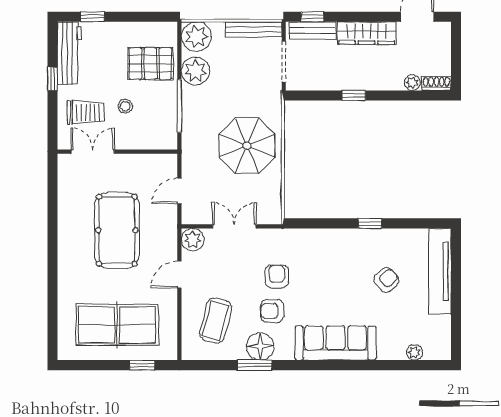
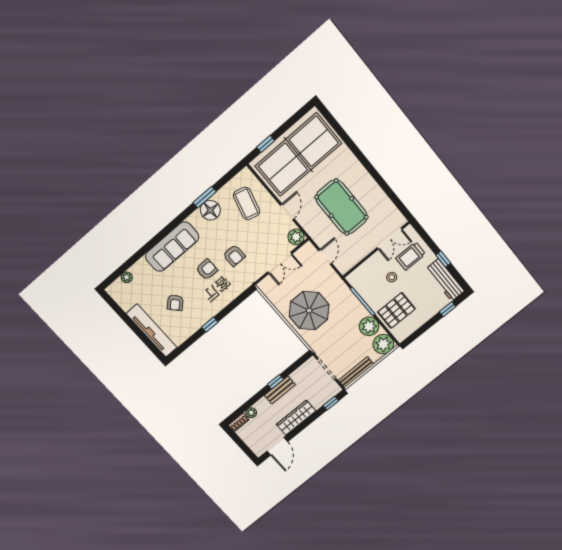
bench: (312, 31) -> (280, 390), moved
armchair: (272, 311) -> (207, 270), moved
table tennis table: (117, 325) -> (298, 155), width x1.36, depth x1.32

